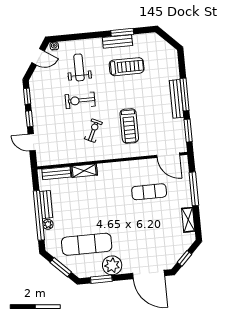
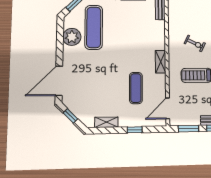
shelving: (84, 171) -> (161, 62), moved
window: (194, 189) -> (135, 130), width x0.46
plant: (112, 265) -> (72, 37), moved
window: (101, 279) -> (60, 37), removed

